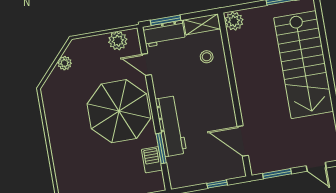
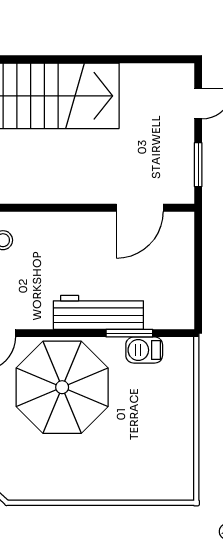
window: (217, 184) -> (198, 258), removed

